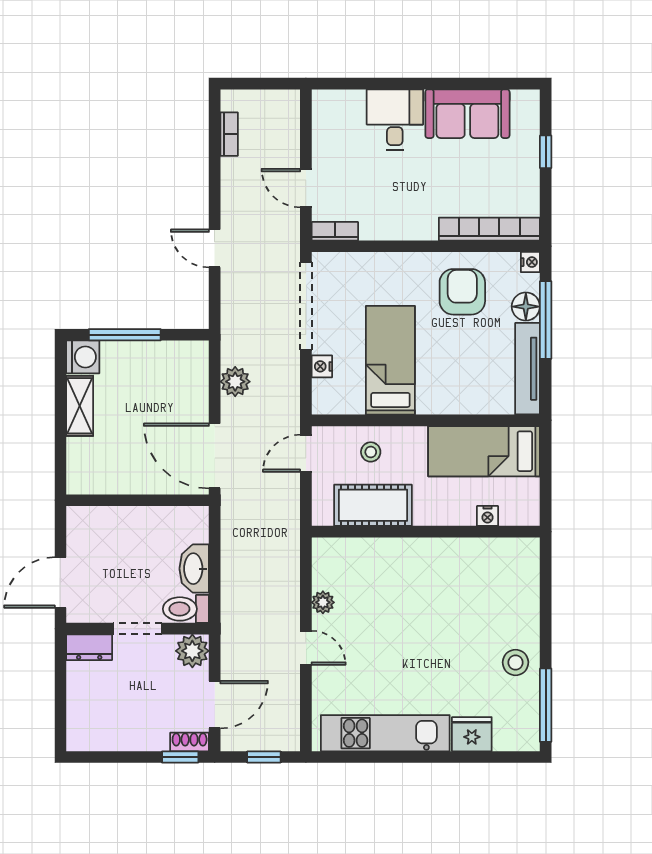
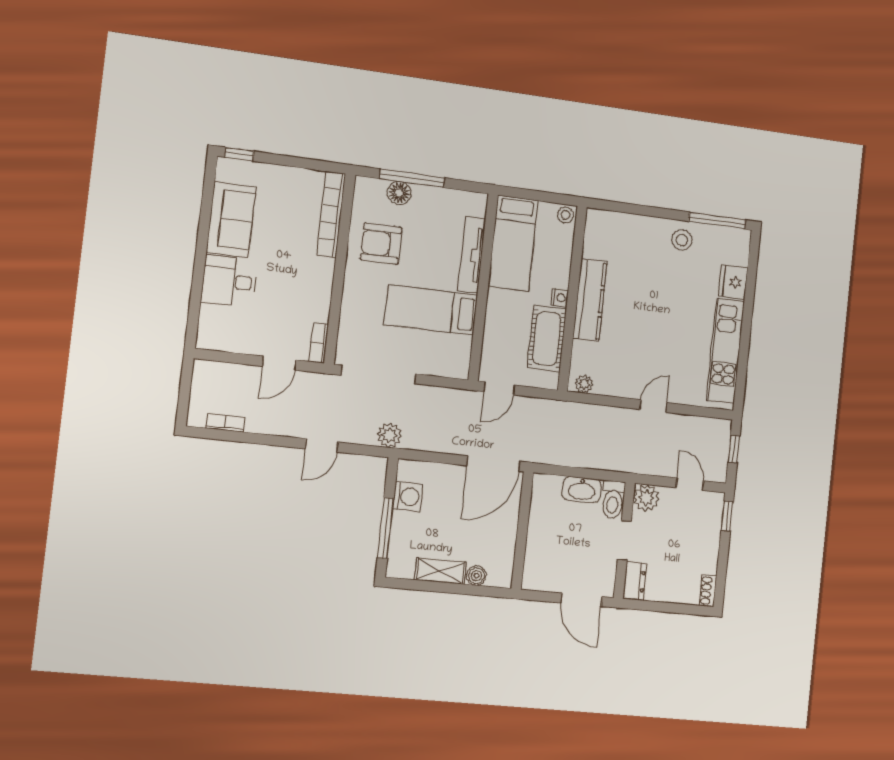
window: (546, 152) -> (239, 154), moved
nightstand: (530, 262) -> (363, 184), removed
washing machine: (83, 357) -> (408, 497), moved, turned 90
nightstand: (322, 366) -> (430, 367), removed
tv unit: (527, 369) -> (472, 255), moved, turned 90
plant: (235, 382) -> (389, 435), moved
boiler: (78, 450) -> (476, 576), added
stool: (371, 452) -> (565, 215), moved
door: (306, 453) -> (499, 388), hinge flipped
nightstand: (488, 516) -> (560, 298), moved
kitchen counter: (427, 554) -> (590, 300), added
plant: (323, 602) -> (584, 384), moved
door: (215, 705) -> (690, 484), width x0.73
shoe rack: (190, 742) -> (708, 591), moved

